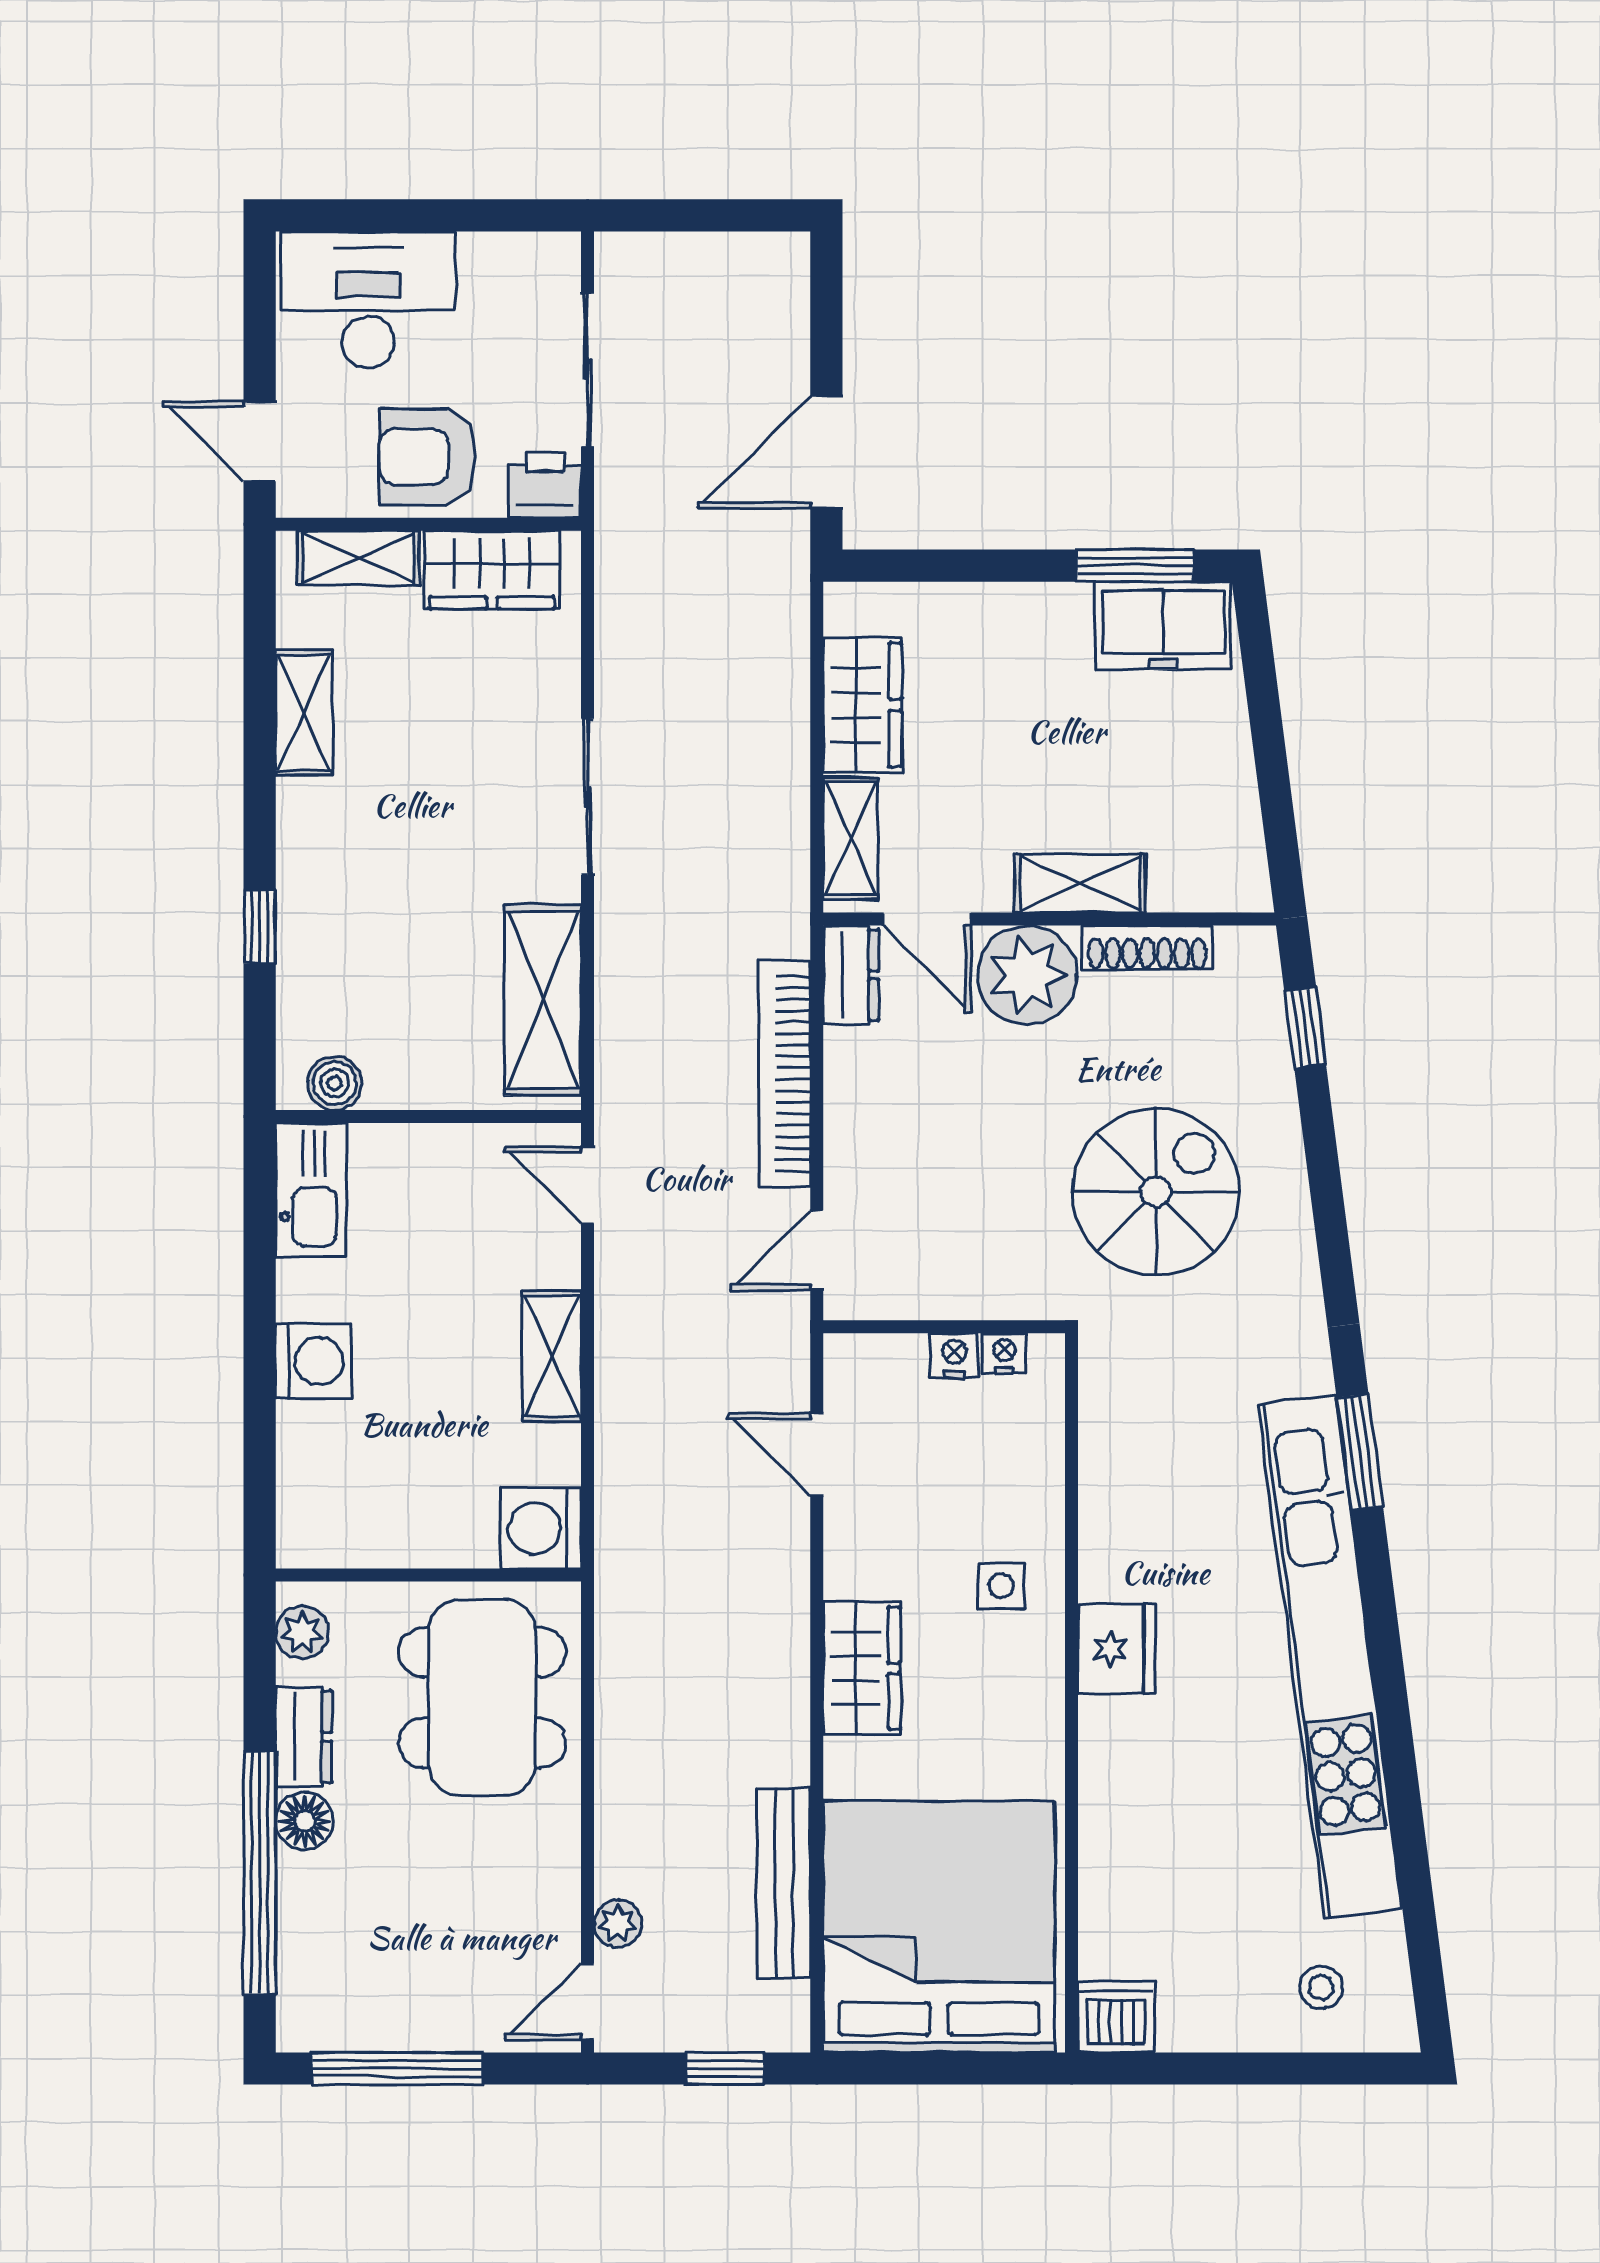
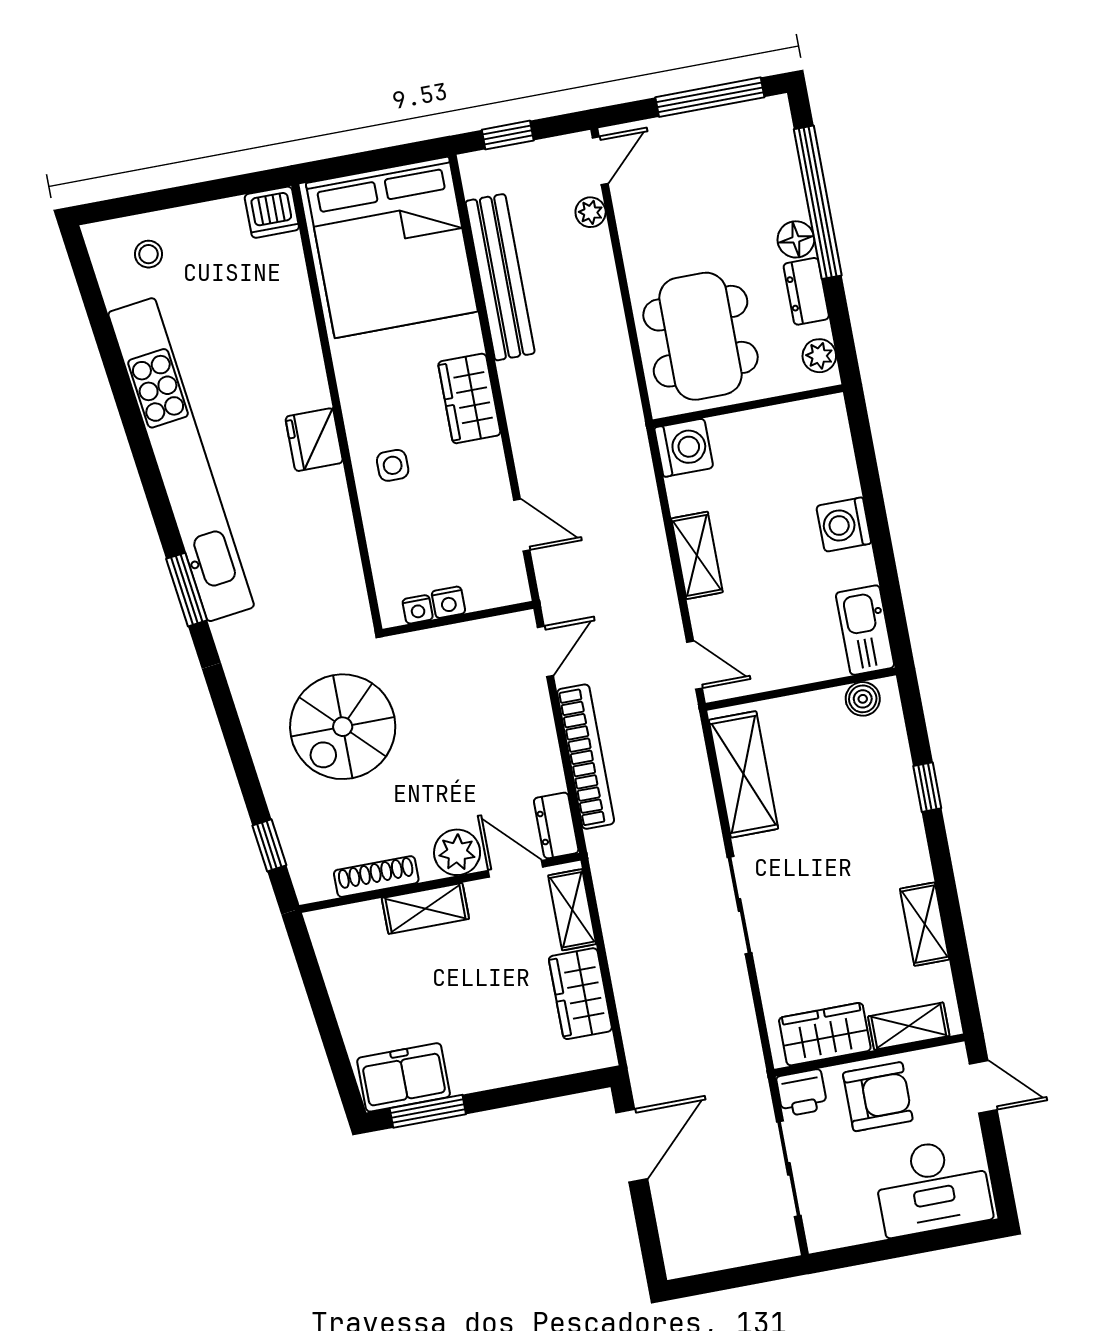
plant: (1027, 975) -> (457, 852), width x0.73, depth x0.73
bench: (784, 1883) -> (500, 277), width x1.37, depth x1.21

